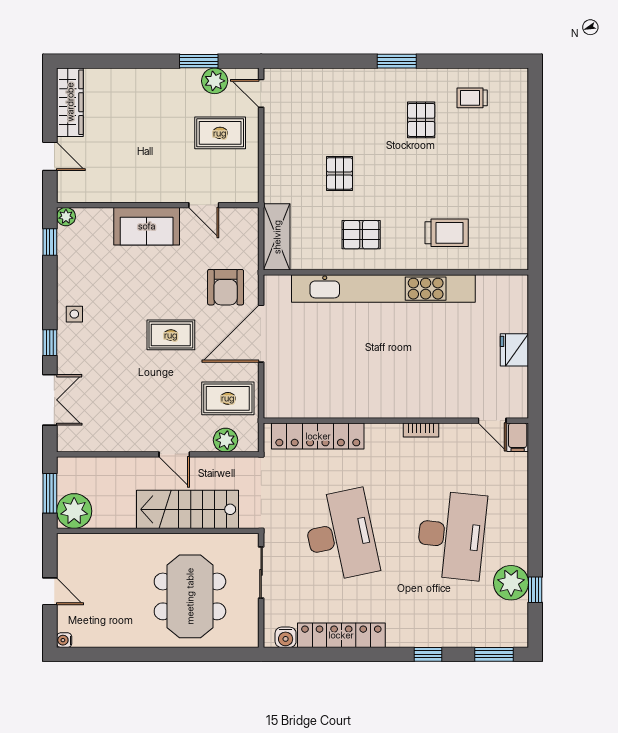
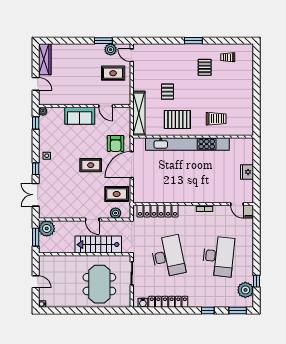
pallet: (361, 235) -> (177, 120), width x1.50, depth x1.42
shelving: (277, 237) -> (139, 113), width x1.47
double door: (50, 400) -> (36, 195), swing flipped
plant: (74, 511) -> (47, 228), moved
plant: (511, 583) -> (245, 290), moved

